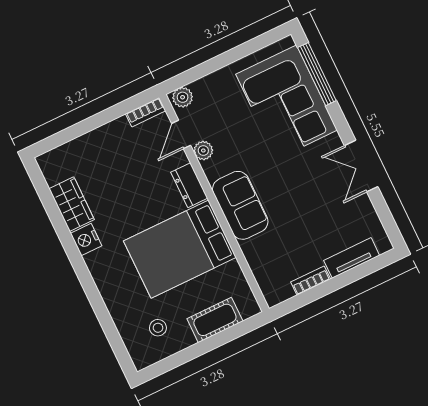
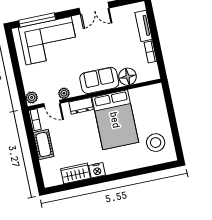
floor lamp: (259, 252) -> (128, 77), added
cot: (215, 320) -> (43, 145), moved
stool: (158, 328) -> (156, 143), width x1.89, depth x1.89

